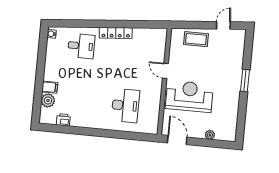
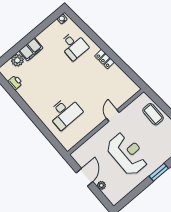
locker: (116, 33) -> (105, 59), width x0.66
filing cabinet: (50, 87) -> (31, 49), width x2.00
reception desk: (189, 96) -> (127, 154), moved
door: (177, 140) -> (85, 177), moved

